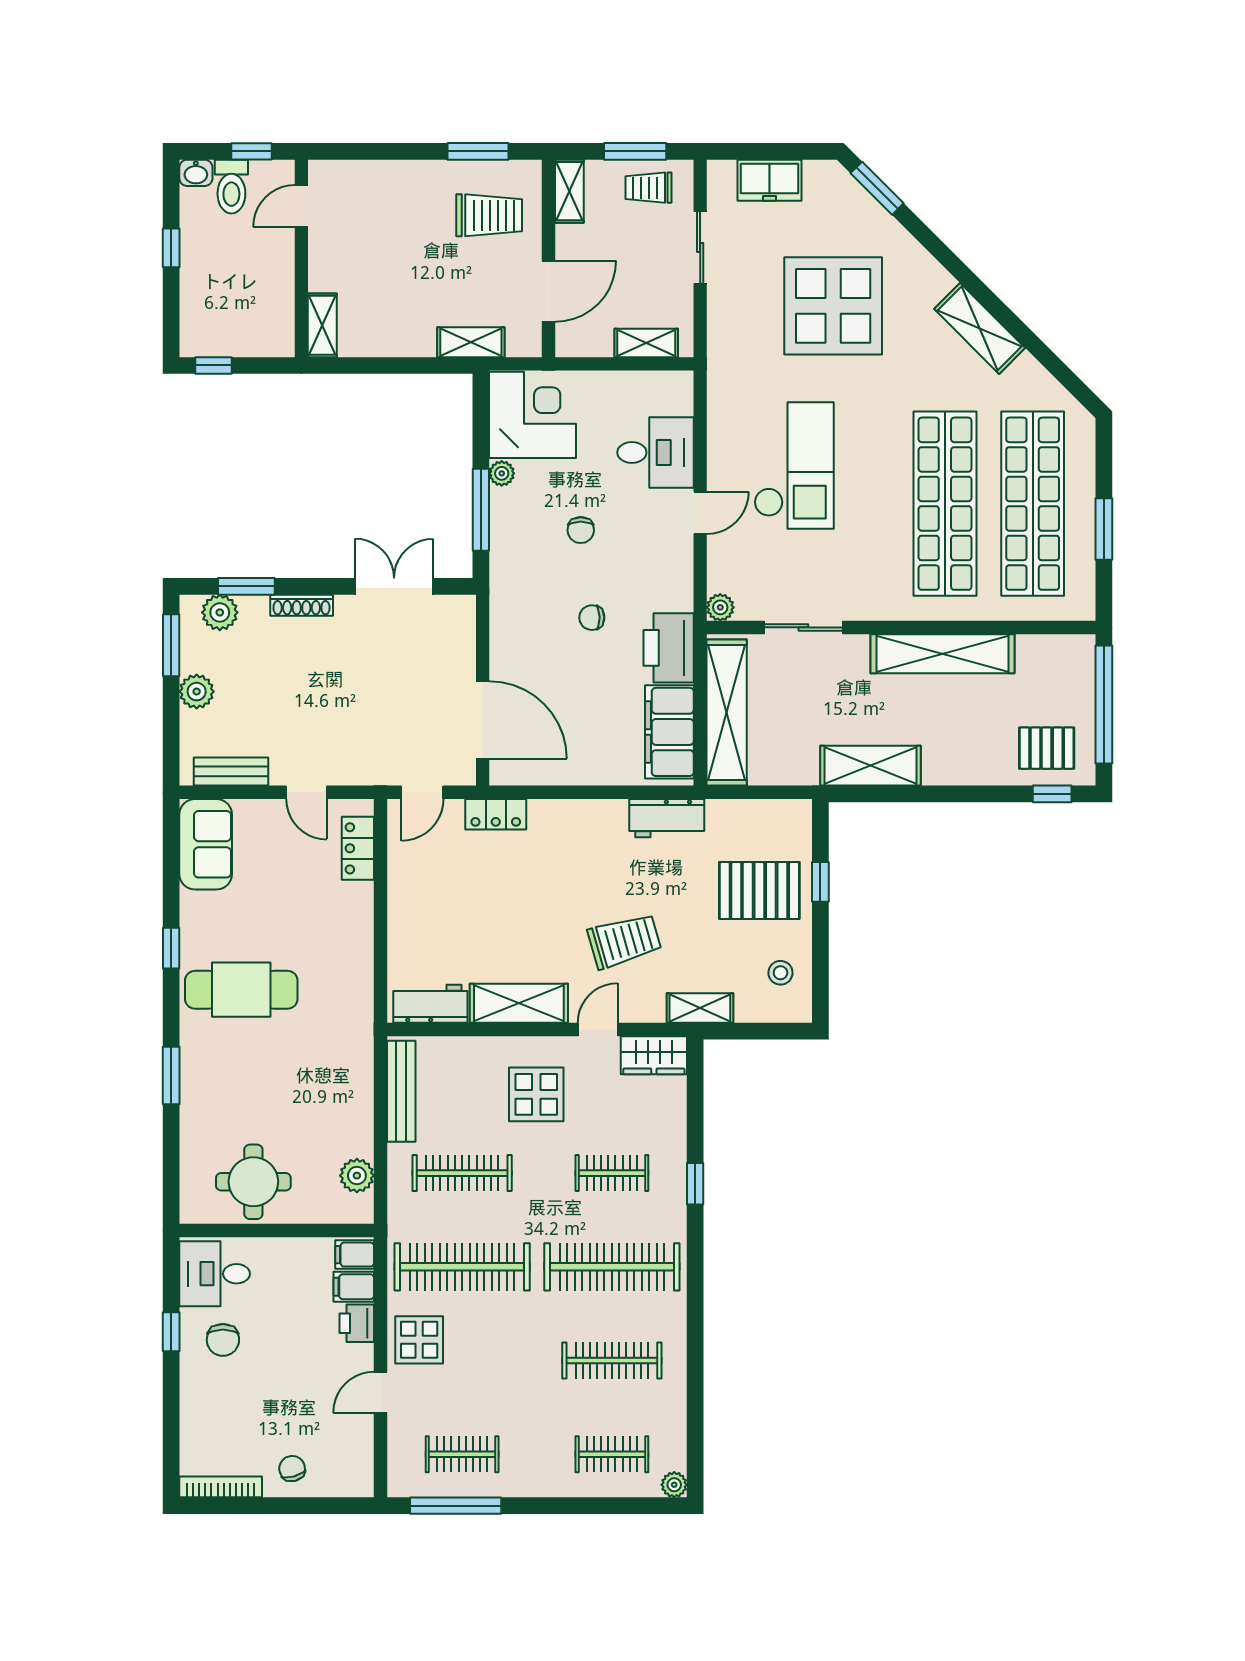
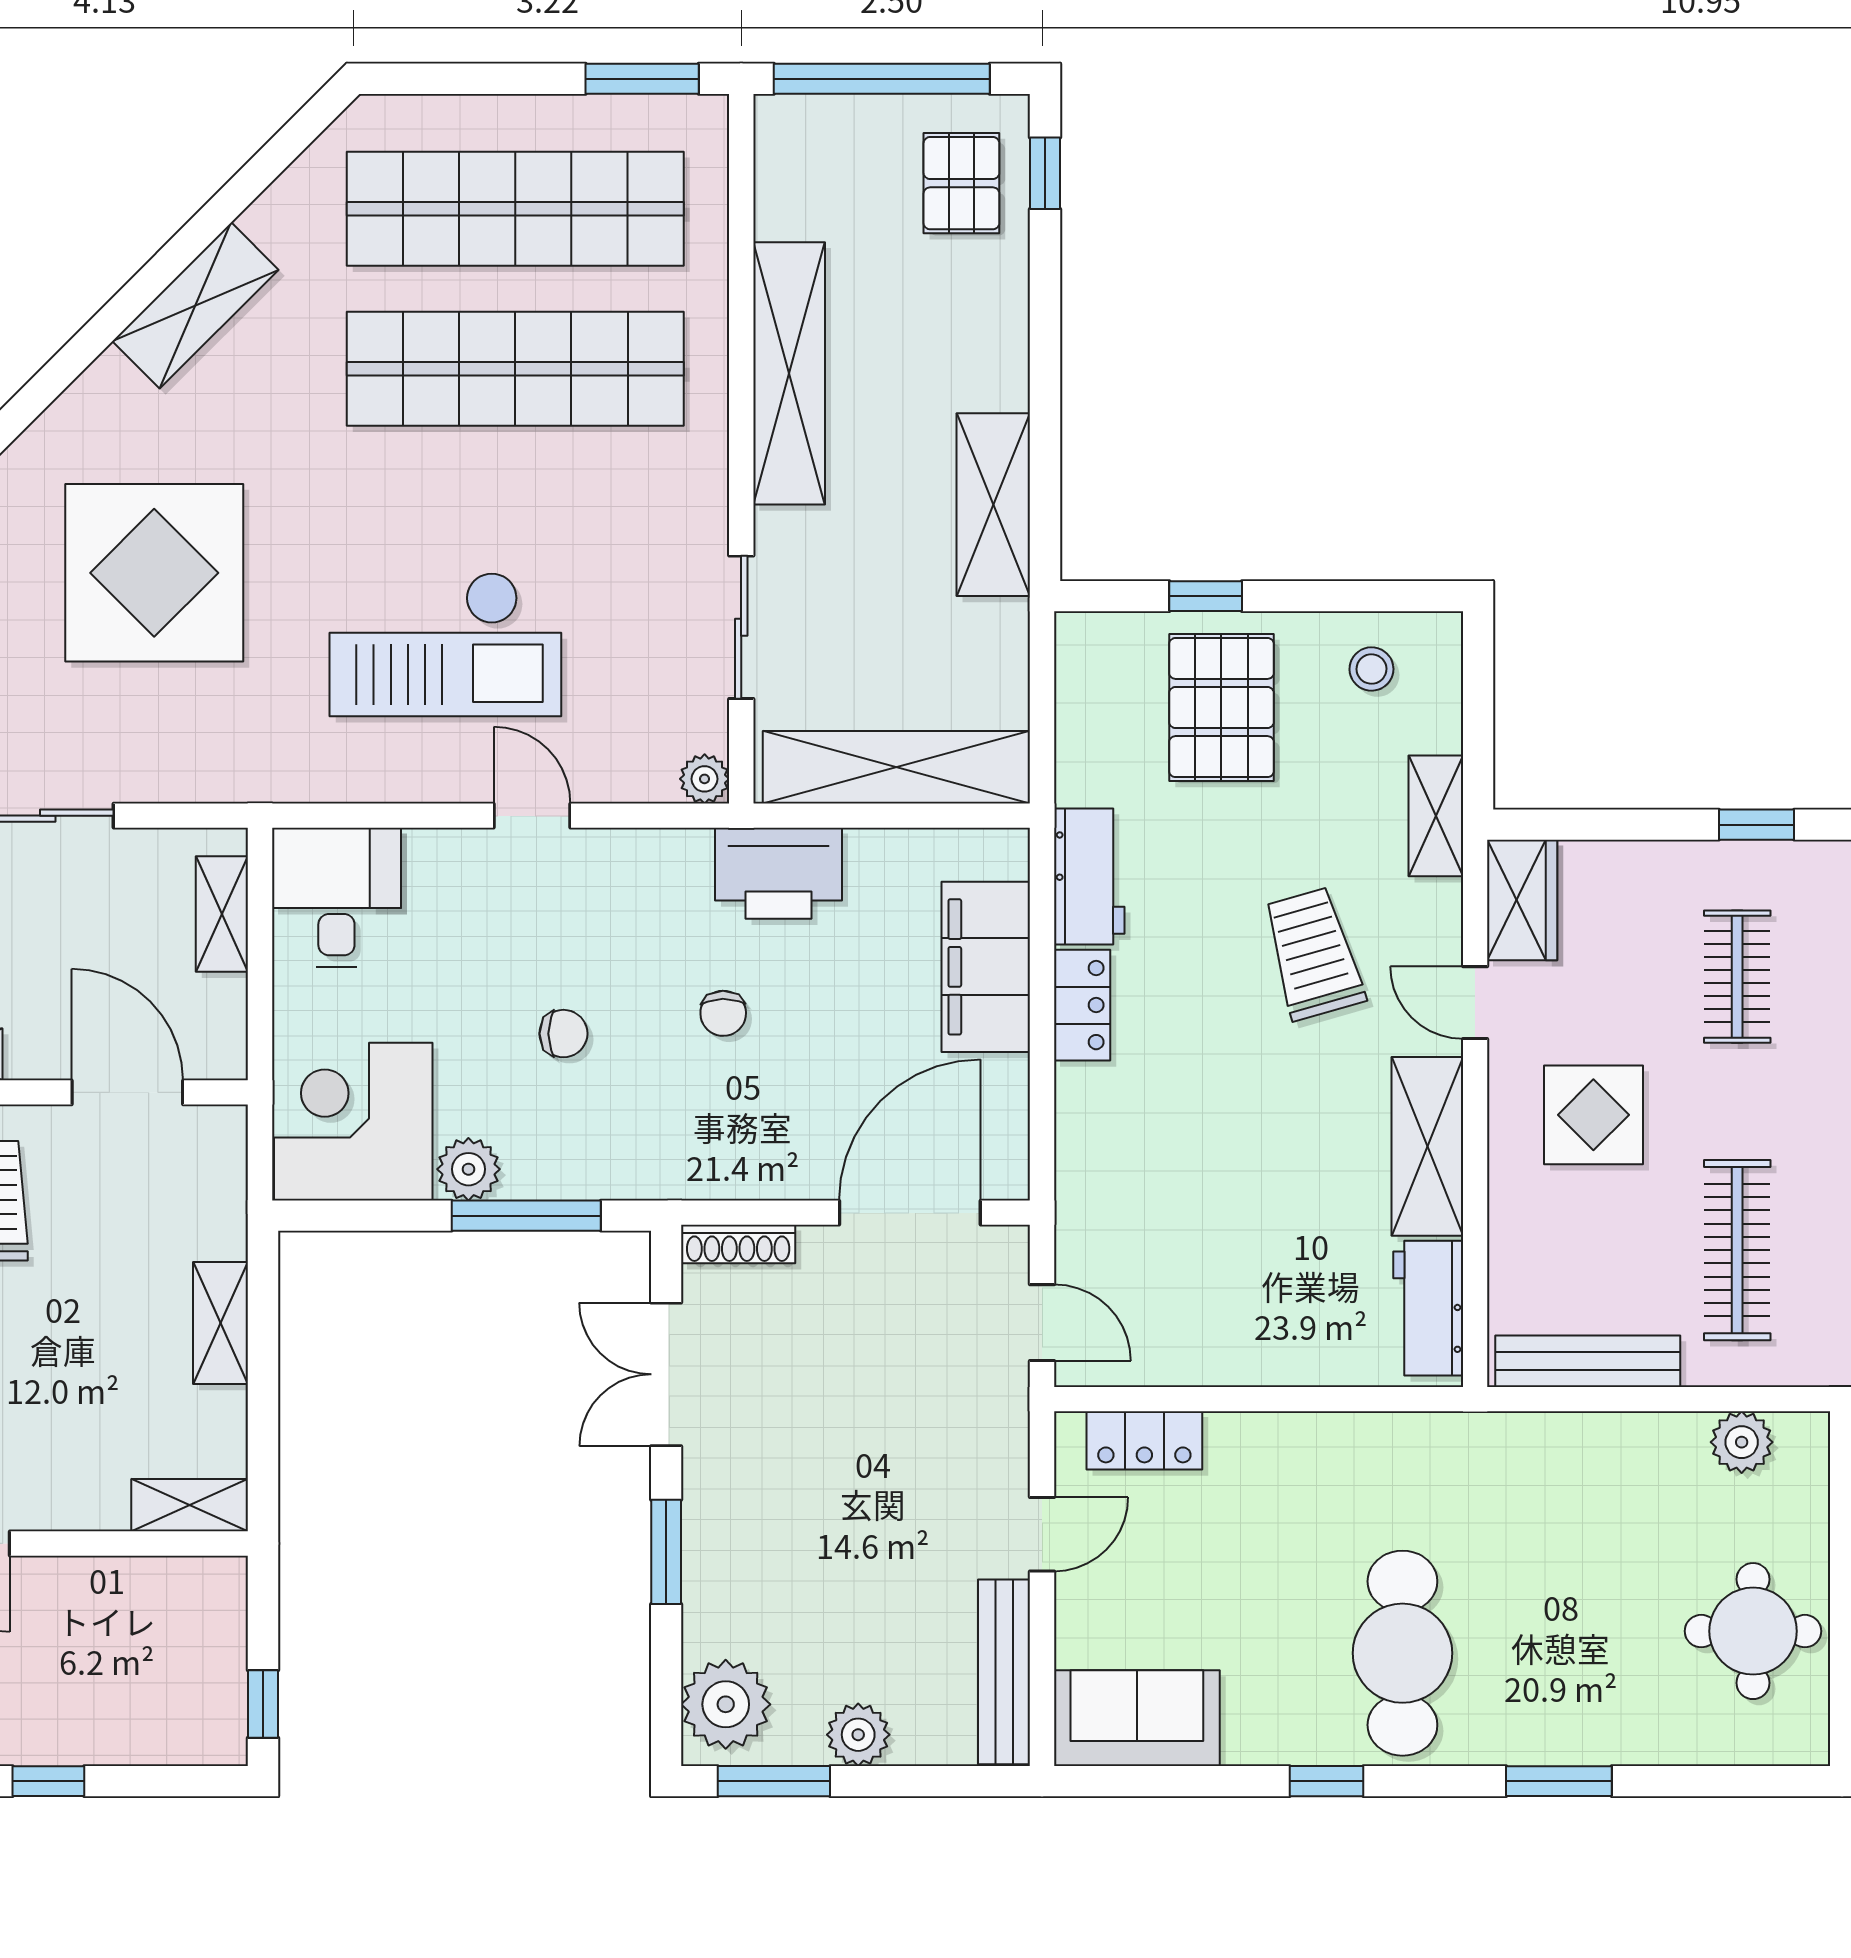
shelving: (471, 342) -> (221, 1323), moved
desk: (655, 453) -> (336, 897), moved
checkout: (794, 465) -> (445, 644), turned 180
plant: (502, 473) -> (468, 1169), width x1.38, depth x1.38
window: (1104, 529) -> (642, 79), moved
window: (246, 586) -> (666, 1552), moved
shoe rack: (302, 605) -> (738, 1244), moved, turned 90
plant: (220, 612) -> (726, 1704), width x1.36, depth x1.36
filing cabinet: (669, 732) -> (986, 967), moved, turned 90
bench: (231, 771) -> (1004, 1672), width x1.36
locker: (496, 814) -> (1082, 1005), moved

